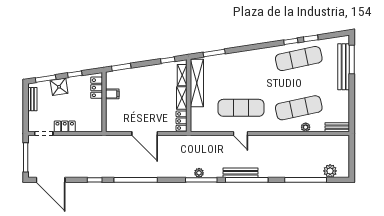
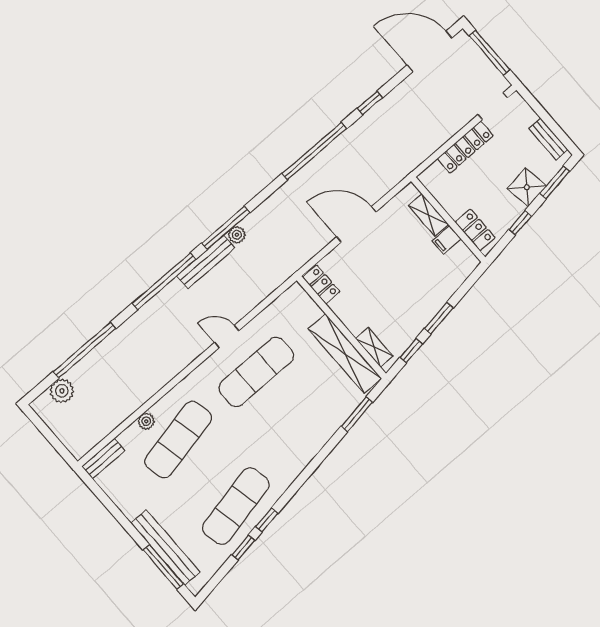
window: (121, 67) -> (439, 318), moved
shelving: (182, 98) -> (428, 215), moved
locker: (65, 126) -> (465, 147), width x1.53
bench: (241, 173) -> (206, 262), moved

